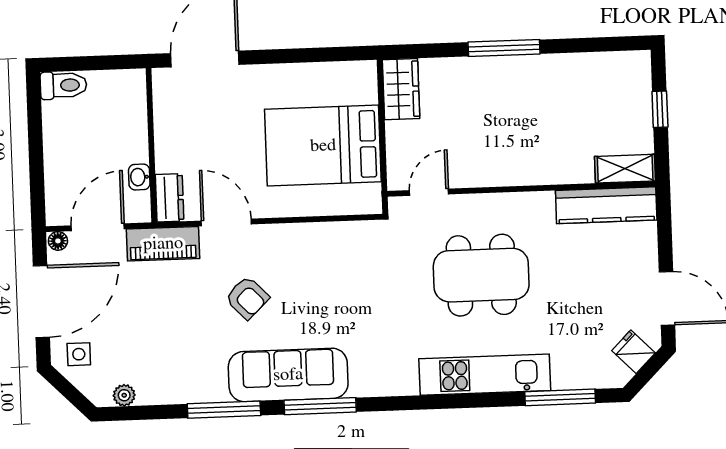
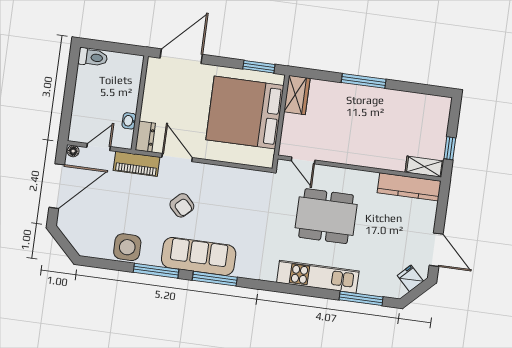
window: (332, 54) -> (259, 67), added
window: (660, 109) -> (450, 148), moved
bed: (323, 146) -> (245, 113), width x1.36
door: (429, 192) -> (303, 160), swing flipped
door: (98, 227) -> (99, 147), width x0.73
side table: (79, 354) -> (127, 247), moved, width x1.87, depth x1.87
plant: (124, 395) -> (97, 252), removed

